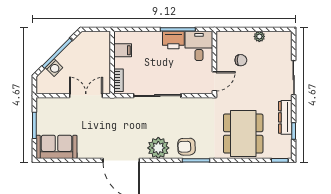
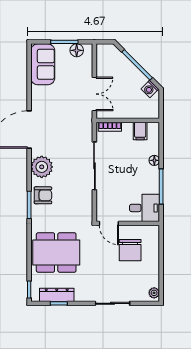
floor lamp: (152, 36) -> (154, 160), added
plant: (259, 36) -> (154, 293), moved
printer: (173, 40) -> (151, 182), removed
chair: (241, 60) -> (130, 250), width x1.87, depth x1.87
washing machine: (54, 68) -> (150, 89), moved
floor lamp: (43, 113) -> (77, 50), added
dresser: (285, 117) -> (57, 295), moved
armchair: (186, 147) -> (43, 195), turned 92

